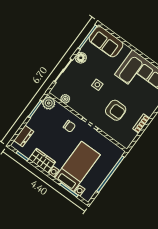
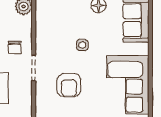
plant: (65, 99) -> (41, 21), removed

